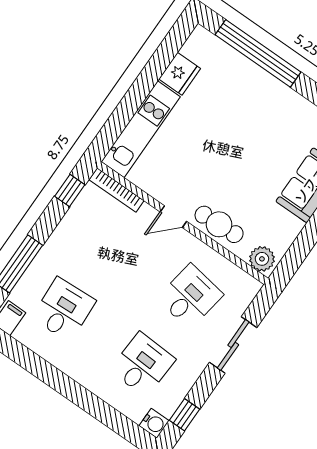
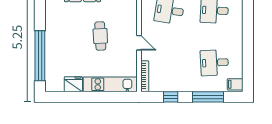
window: (70, 191) -> (171, 97), moved
cafe table: (219, 224) -> (100, 36), moved

